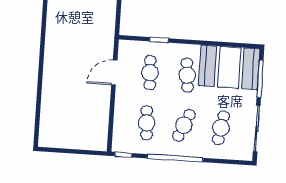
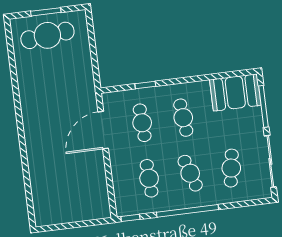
booth: (229, 67) -> (235, 92), width x0.73, depth x0.70
door: (114, 72) -> (103, 130), width x1.36
cafe table: (184, 125) -> (190, 173), turned -42

